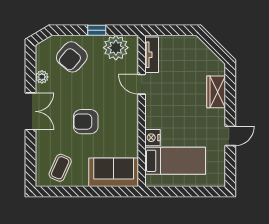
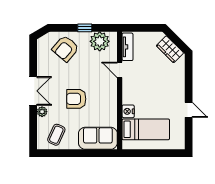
plant: (42, 77) -> (42, 112), moved
wardrobe: (216, 92) -> (170, 49), moved, turned -45
door: (230, 136) -> (189, 110), hinge flipped

